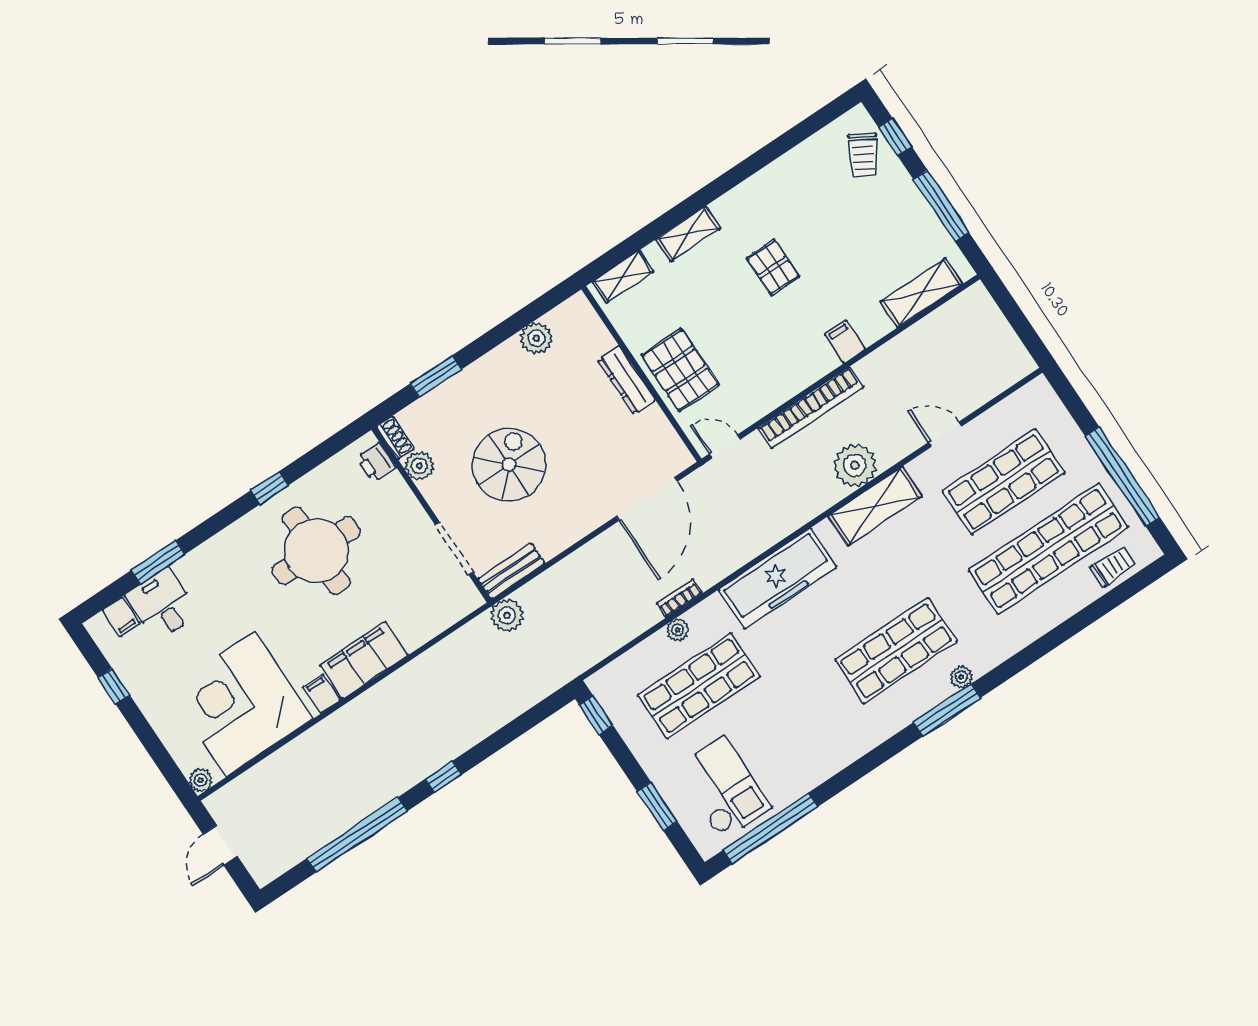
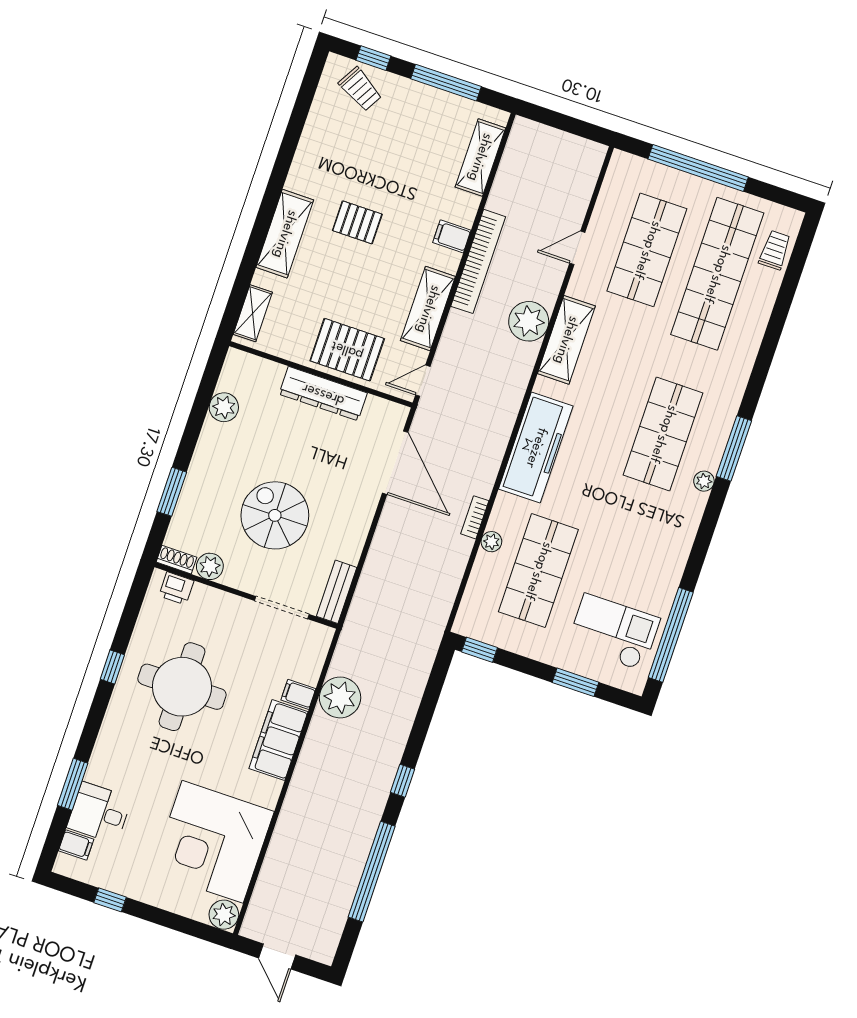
shelving: (688, 234) -> (285, 234), width x1.50, depth x1.33
dresser: (627, 380) -> (323, 394), width x1.37, depth x1.24
shelving: (777, 388) -> (428, 309), added
bookcase: (811, 408) -> (478, 261), moved
window: (1122, 477) -> (698, 168), moved
plant: (507, 615) -> (340, 697), moved, width x1.36, depth x1.36
plant: (961, 677) -> (704, 481), moved
filing cabinet: (322, 694) -> (298, 694), moved
plant: (201, 780) -> (224, 915), width x1.38, depth x1.38

